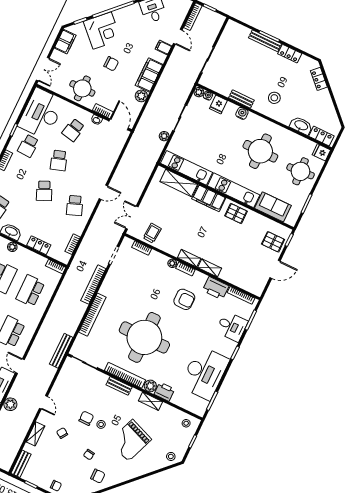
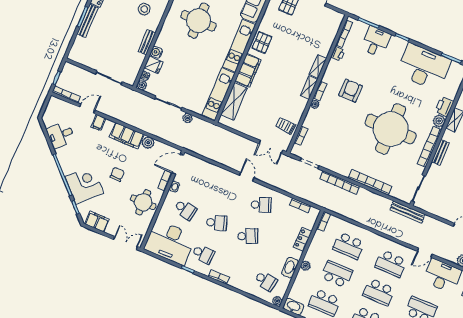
water cooler: (242, 113) -> (156, 52), moved
printer: (216, 288) -> (338, 54), width x0.53, depth x0.68

